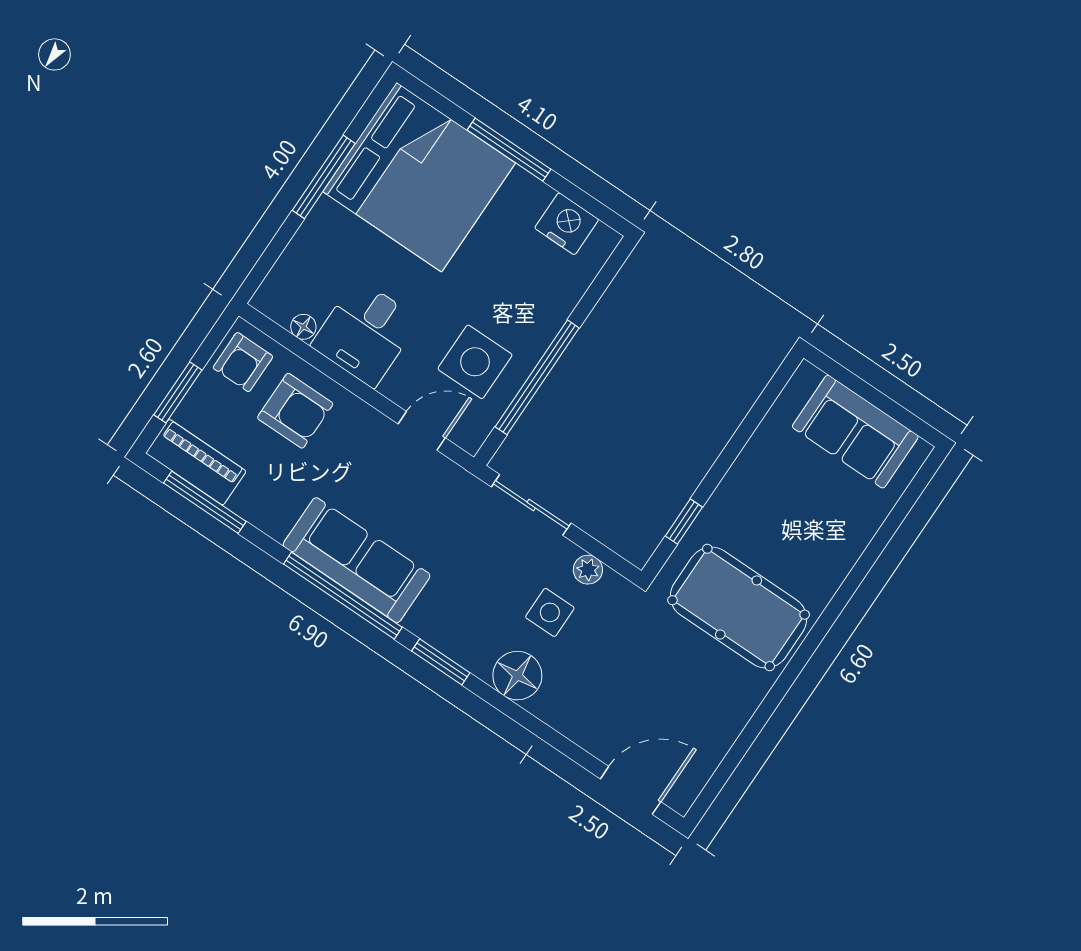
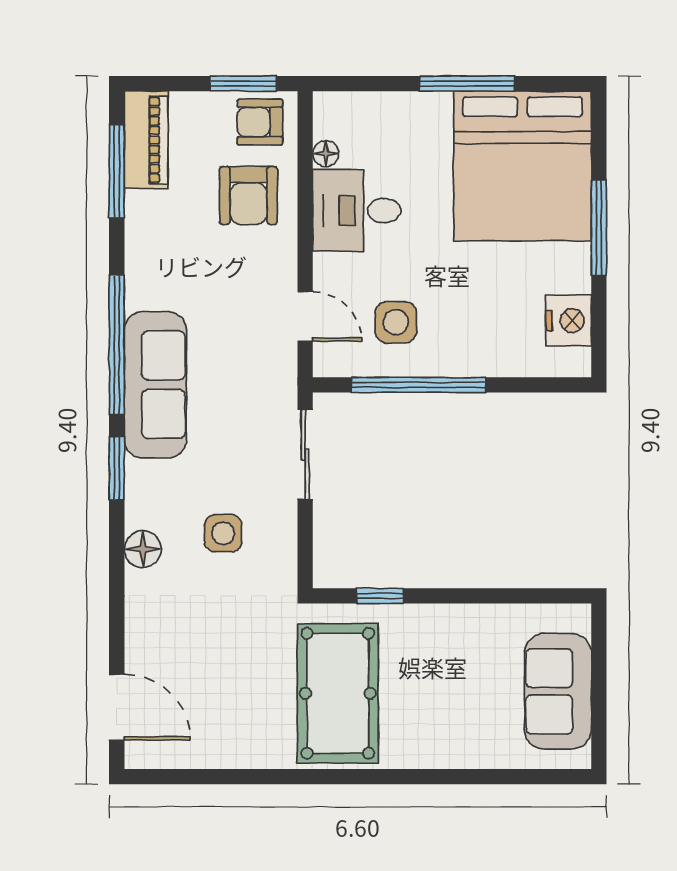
side table: (475, 362) -> (396, 322), width x0.73, depth x0.73
window: (178, 392) -> (243, 84), moved
sofa: (357, 560) -> (155, 385), moved
plant: (588, 570) -> (282, 541), removed
floor lamp: (517, 676) -> (143, 549), width x0.73, depth x0.73

